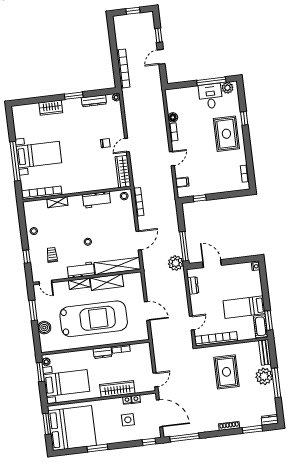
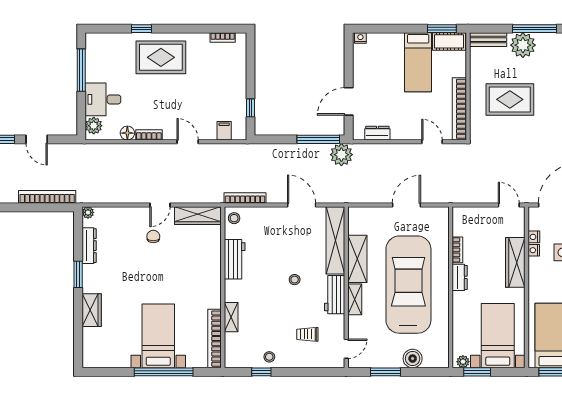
plant: (227, 88) -> (94, 126), moved
desk: (211, 96) -> (103, 99), moved
door: (127, 145) -> (160, 205), hinge flipped
window: (27, 256) -> (261, 372), moved

